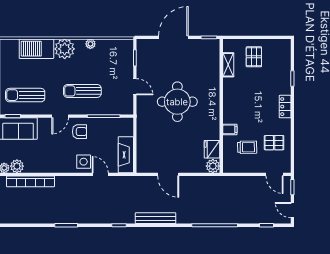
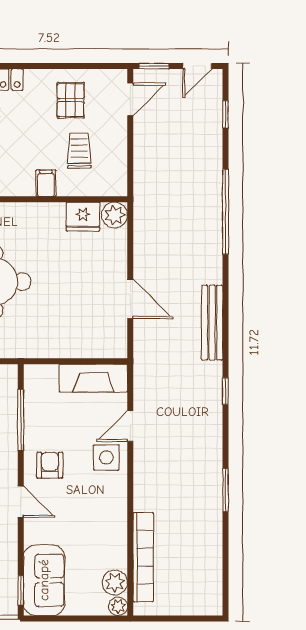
door: (168, 174) -> (130, 299), hinge flipped

